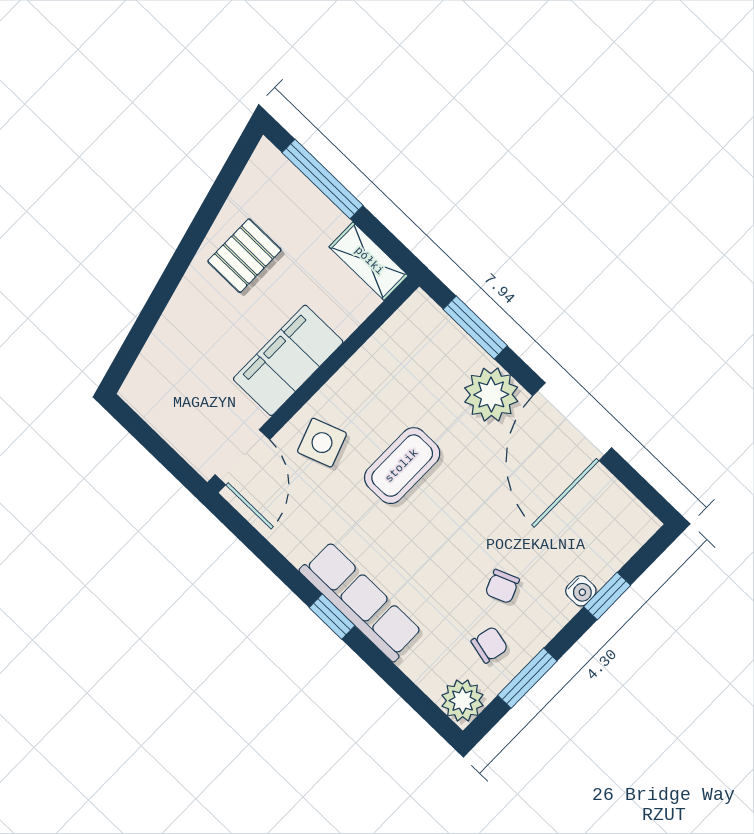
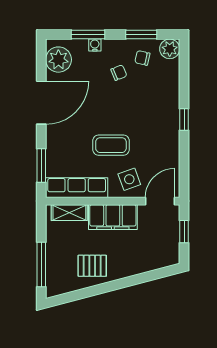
shelving: (369, 261) -> (69, 213), moved, turned 90
plant: (491, 395) -> (58, 60), moved
window: (159, 448) -> (184, 232), added
window: (607, 596) -> (88, 35), width x1.50
row of seats: (361, 601) -> (77, 188), moved, turned 90

